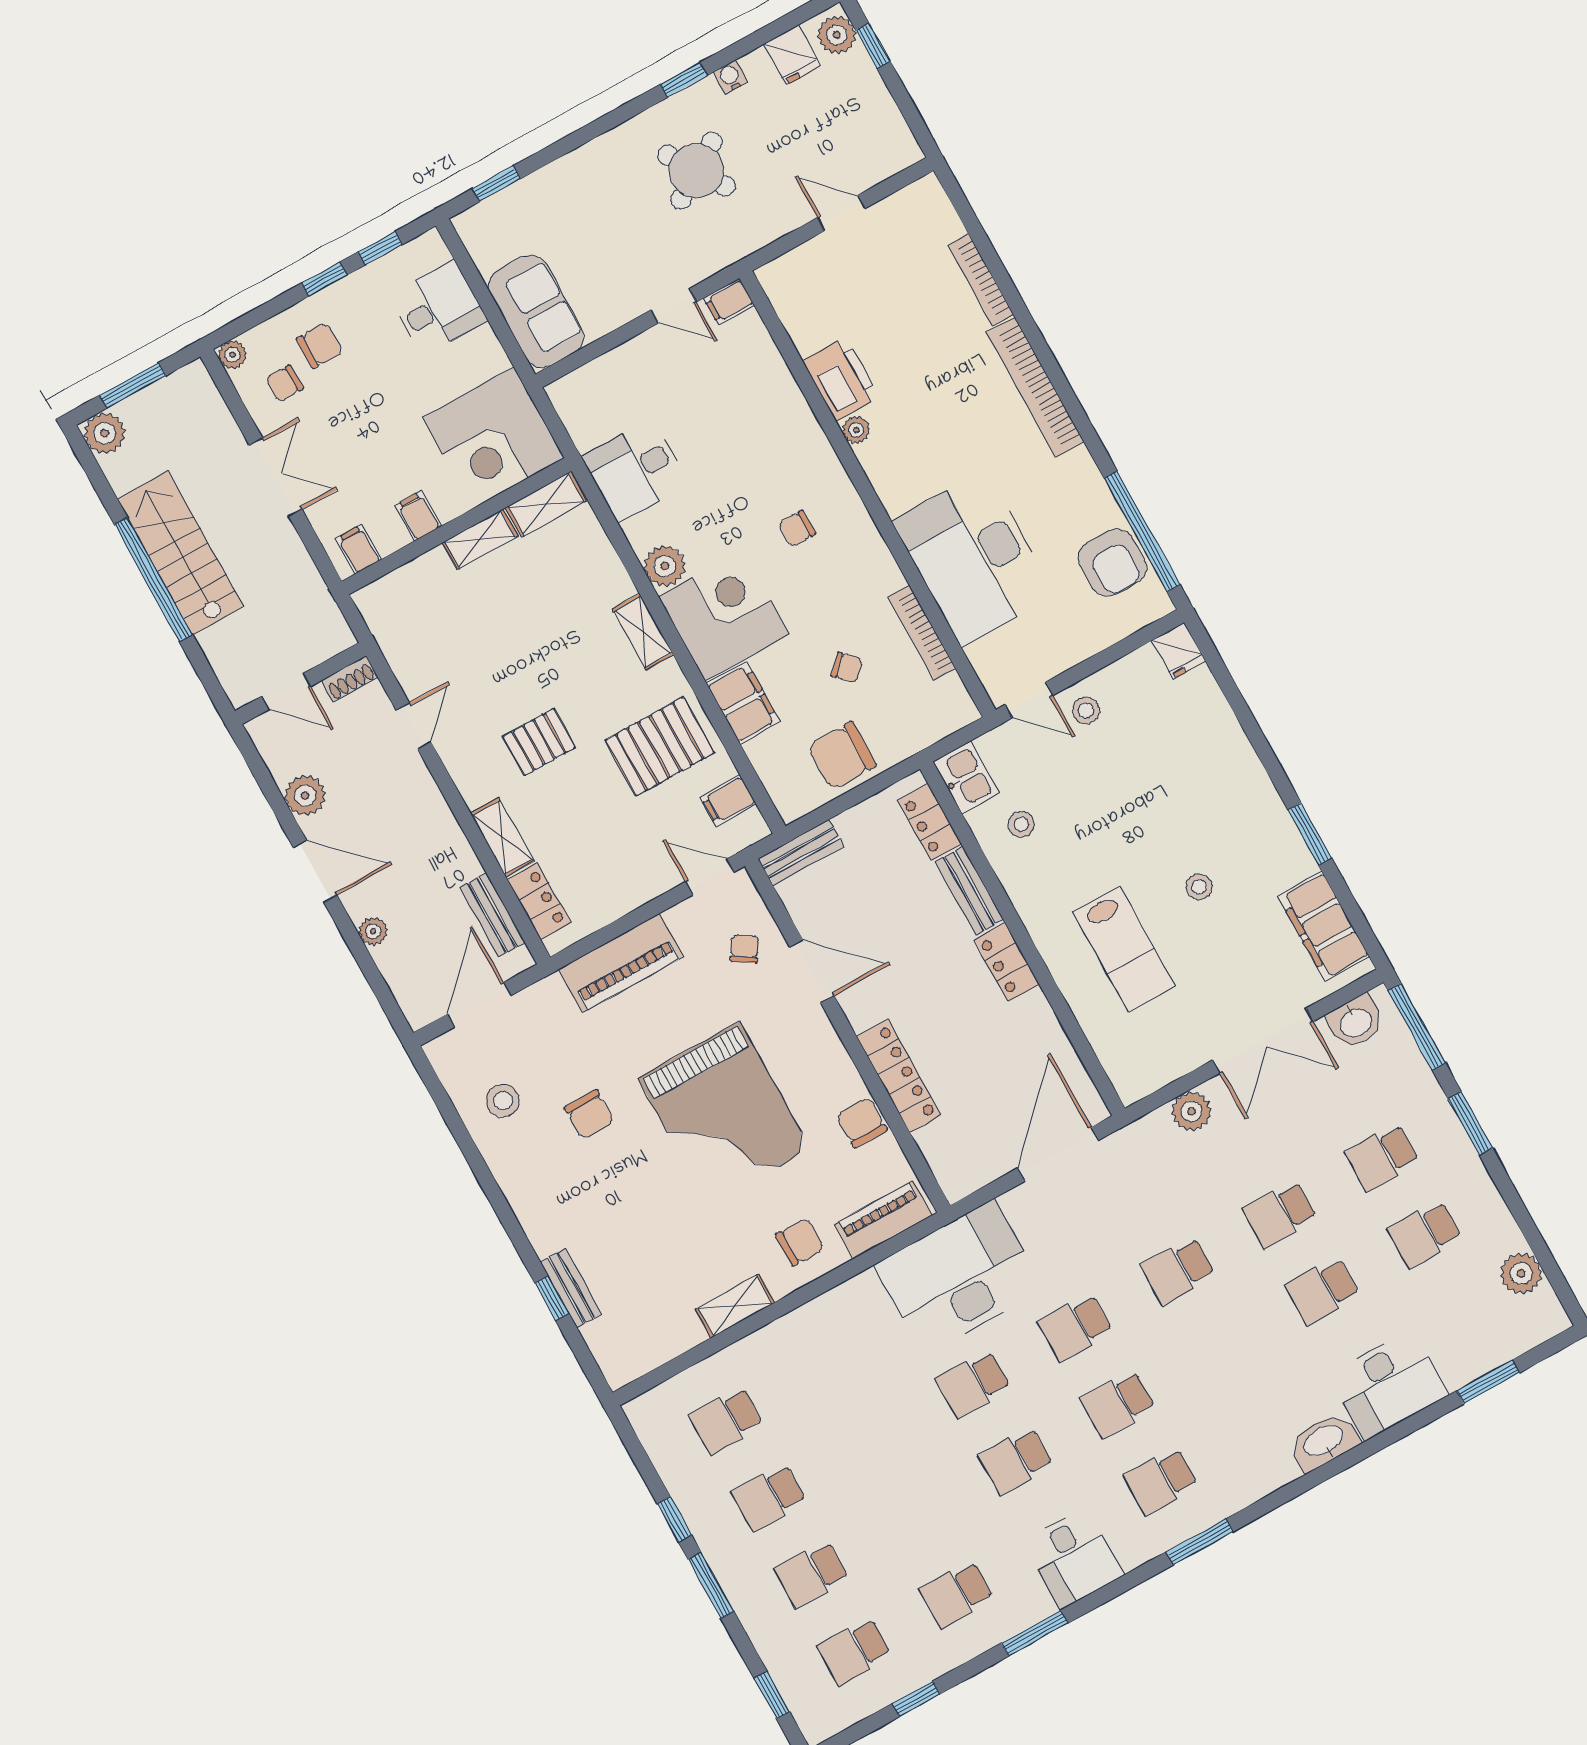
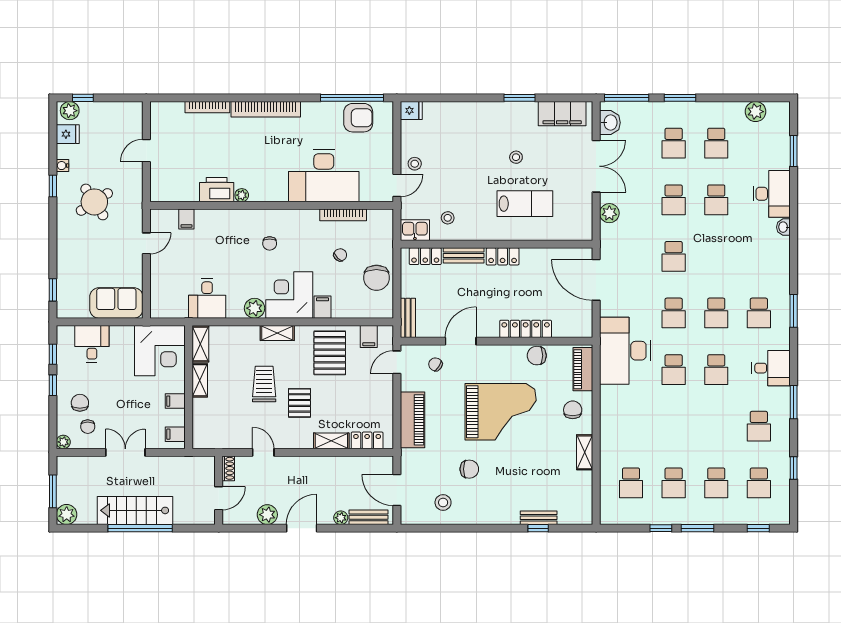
filing cabinet: (729, 302) -> (186, 219), moved
trolley: (538, 659) -> (264, 384), added
filing cabinet: (743, 703) -> (322, 307), width x0.50
bench: (493, 915) -> (369, 517), moved
washbasin: (1324, 1442) -> (783, 227), width x0.52, depth x0.69

